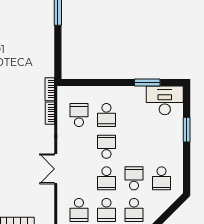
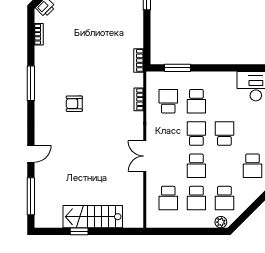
window: (147, 82) -> (178, 68), moved
bookcase: (50, 89) -> (139, 60), moved
school desk: (134, 178) -> (224, 134), moved

